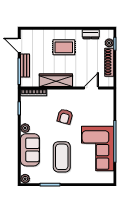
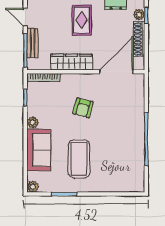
rug: (64, 47) -> (82, 20), turned 90
door: (91, 88) -> (116, 72), width x1.88
corner sofa: (98, 149) -> (124, 148), removed

